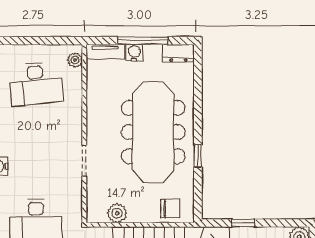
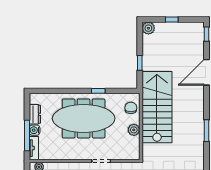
window: (143, 41) -> (27, 135), moved
dresser: (178, 53) -> (35, 114), moved
plant: (117, 213) -> (134, 130), moved

